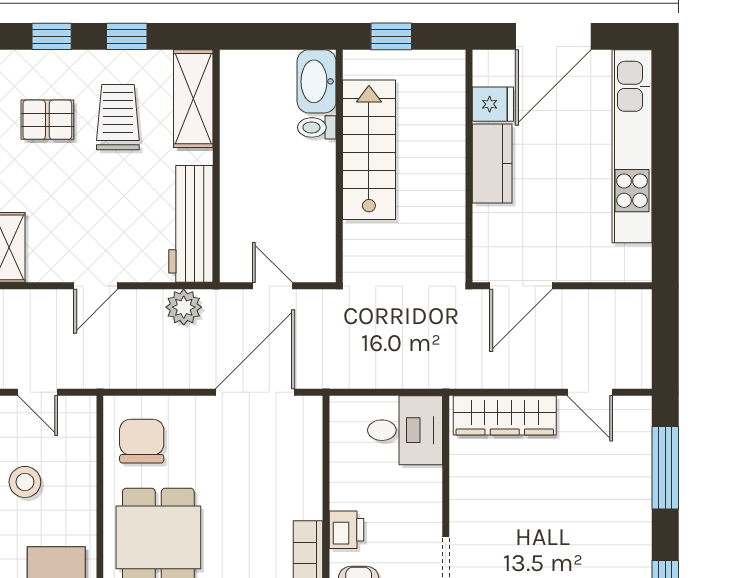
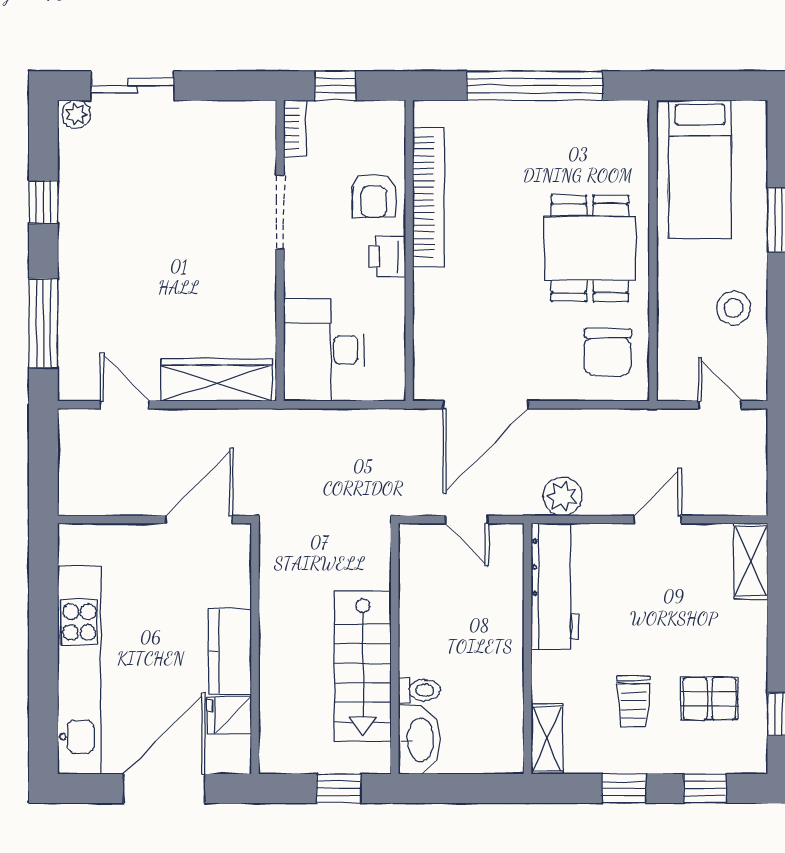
shelving: (193, 99) -> (547, 739), width x0.67, depth x0.75
trolley: (118, 117) -> (633, 701), width x0.73, depth x0.72
desk: (405, 430) -> (324, 350), width x1.37

